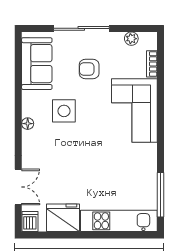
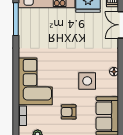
armchair: (89, 69) -> (69, 112), turned 180

